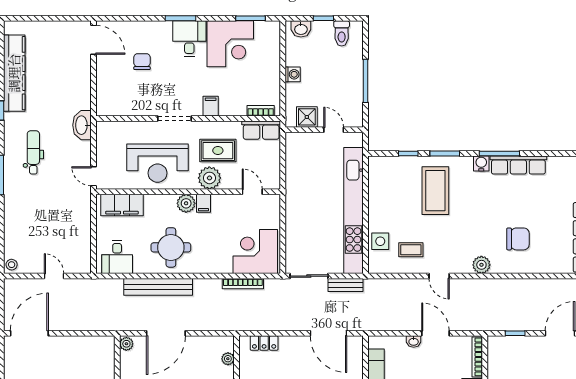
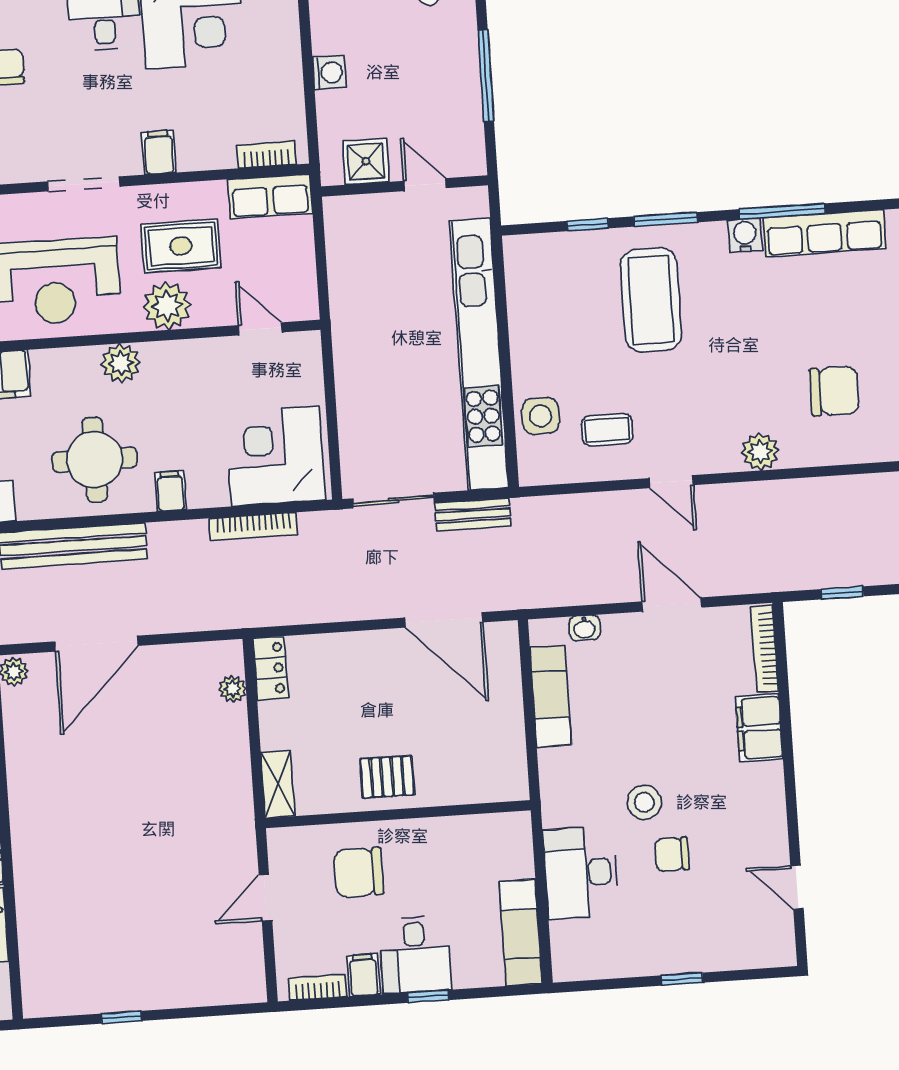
filing cabinet: (203, 203) -> (171, 491), moved, turned 180
washbasin: (414, 341) -> (585, 628), moved
locker: (264, 343) -> (271, 668), moved, turned -90

